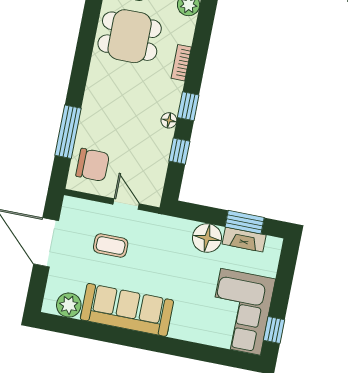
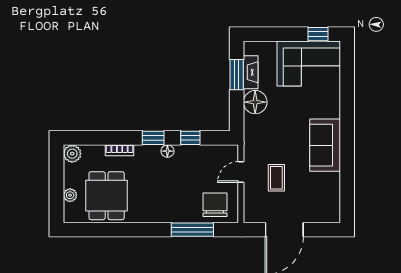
plant: (69, 305) -> (330, 202), removed
sofa: (127, 310) -> (325, 145), width x0.73

